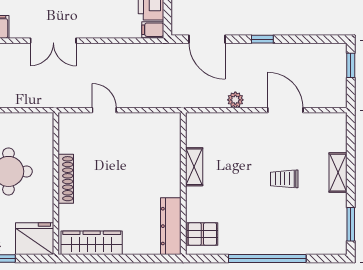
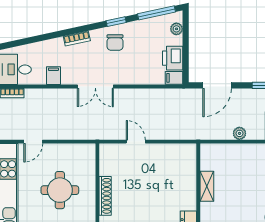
door: (207, 39) -> (217, 85), hinge flipped

